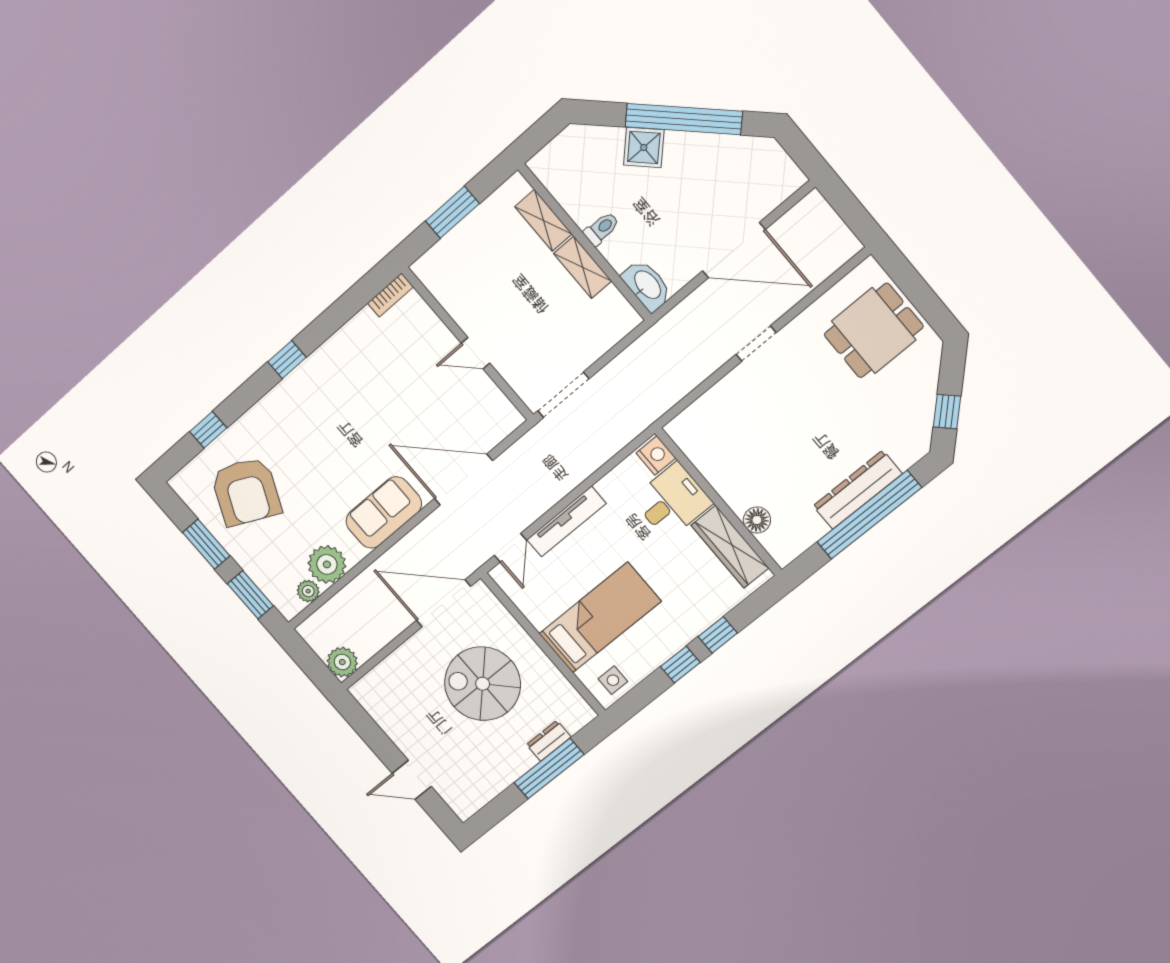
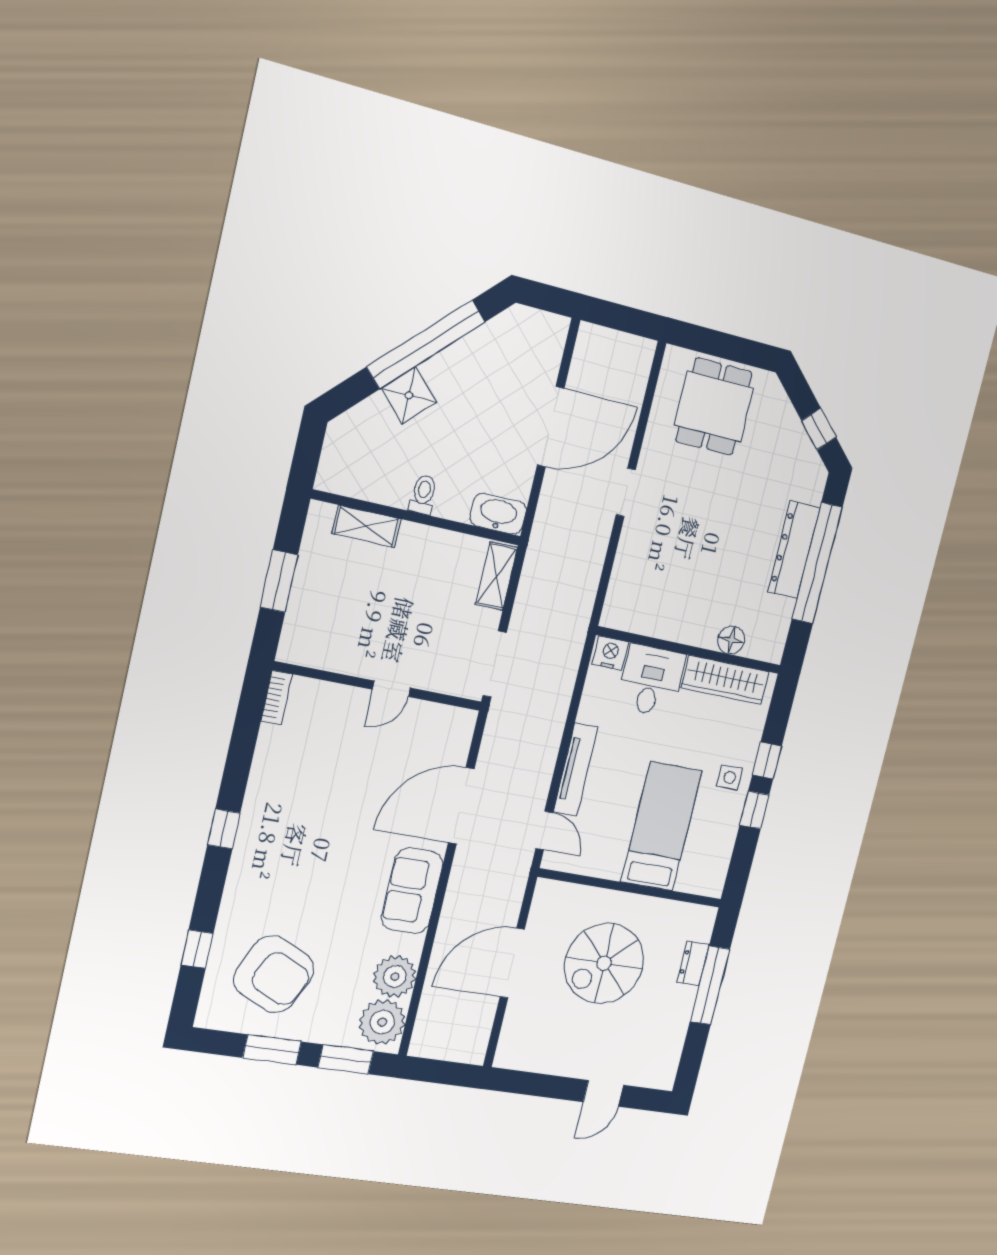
shelving: (583, 267) -> (497, 576), moved, turned 90
plant: (308, 591) -> (382, 1022), width x1.88, depth x1.88
door: (443, 603) -> (512, 963), moved
plant: (342, 662) -> (471, 1047), removed
side table: (613, 680) -> (730, 777), moved

